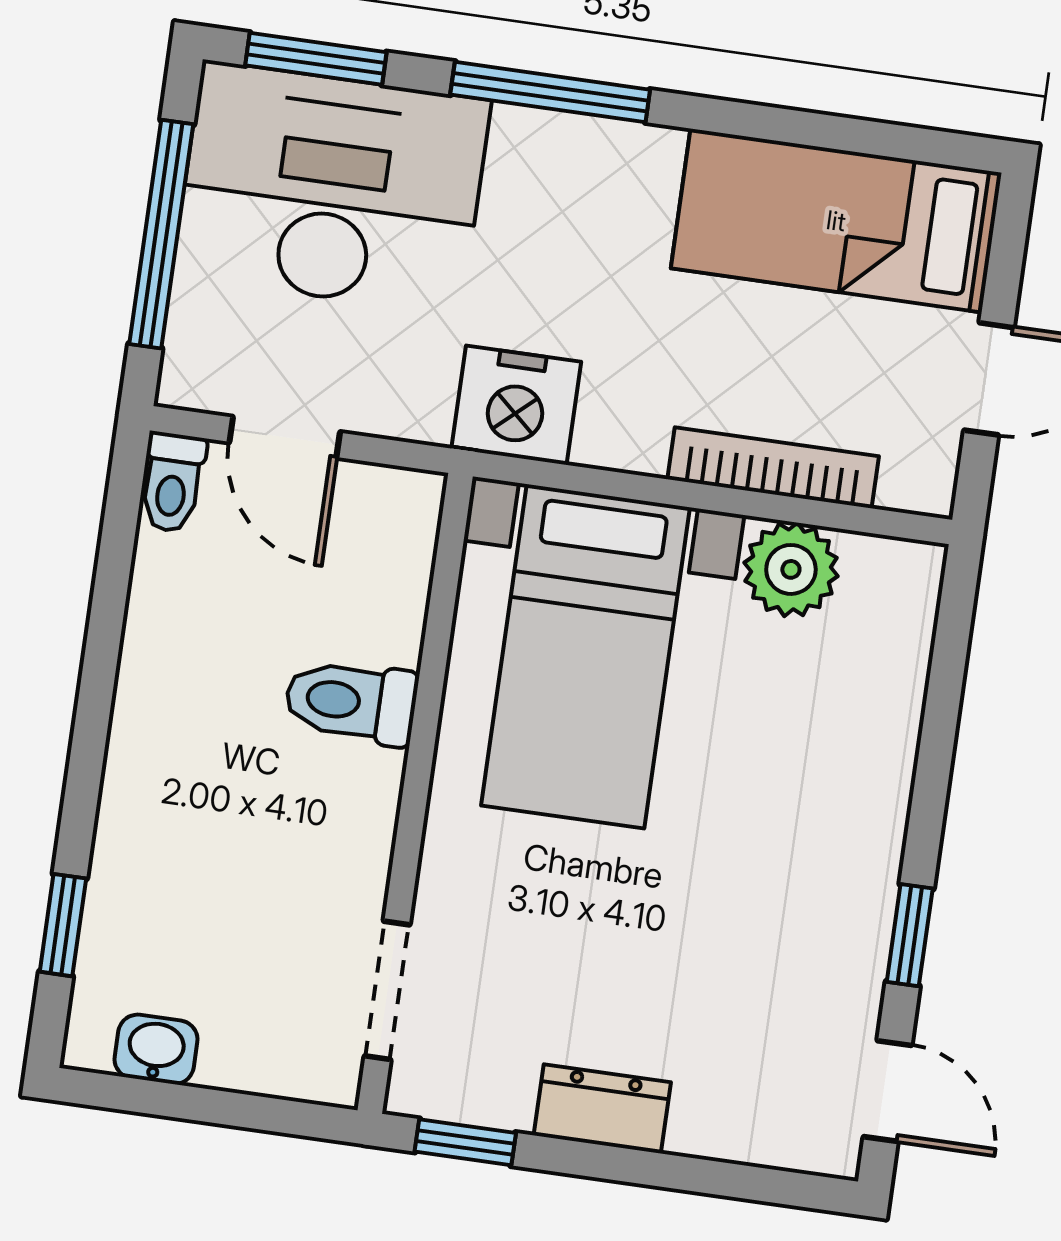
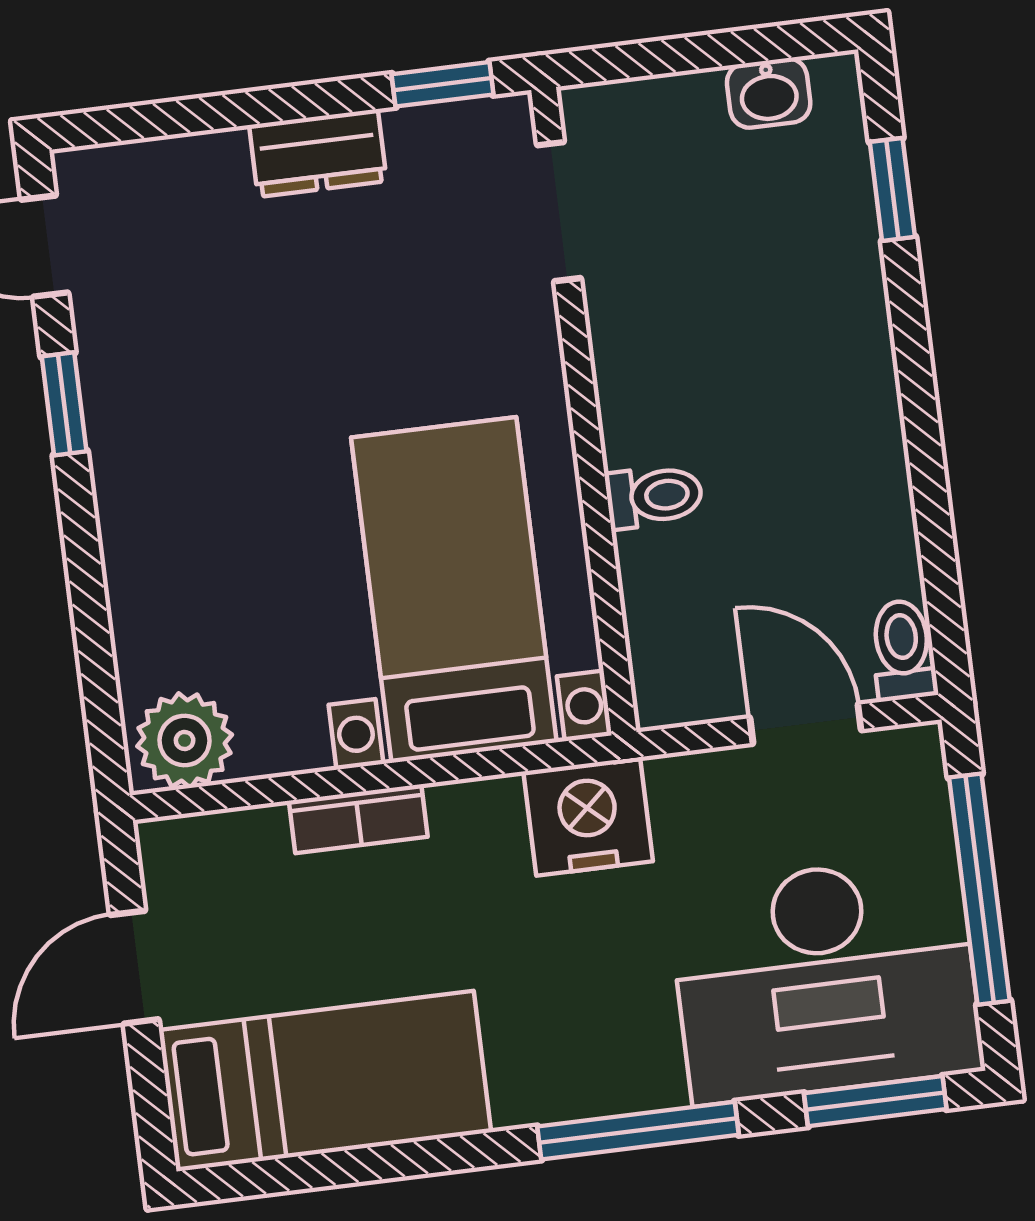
bookcase: (773, 468) -> (358, 819), width x0.64
plant: (791, 569) -> (185, 741), moved
toilet: (351, 702) -> (654, 496), width x0.73, depth x0.72

